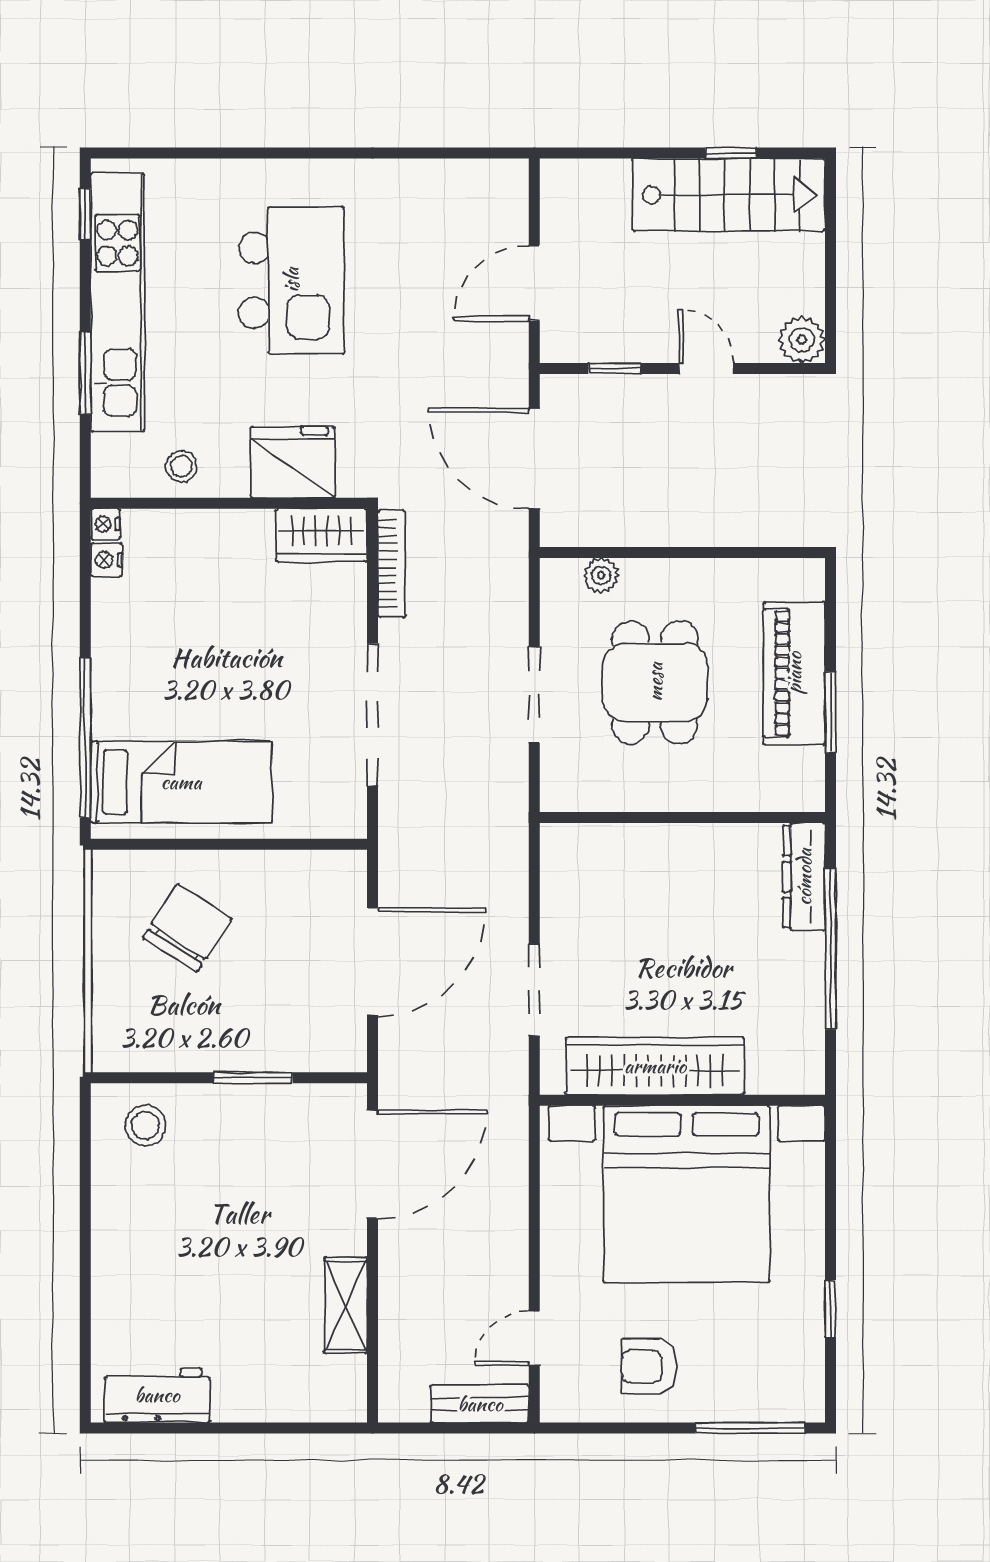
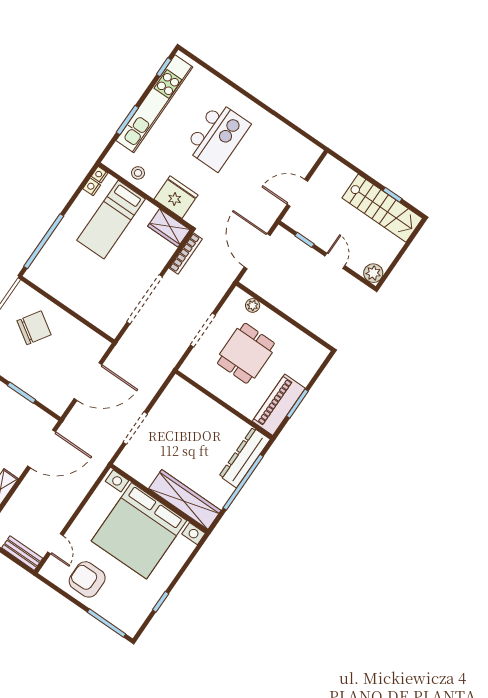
piano: (794, 673) -> (279, 405), moved
bed: (181, 782) -> (111, 220), moved, turned 90
dresser: (804, 877) -> (245, 458), width x1.37, depth x1.24
wardrobe: (655, 1066) -> (185, 499), moved
door: (534, 1338) -> (55, 544), swing flipped
armchair: (649, 1366) -> (87, 579), width x1.38, depth x1.38

